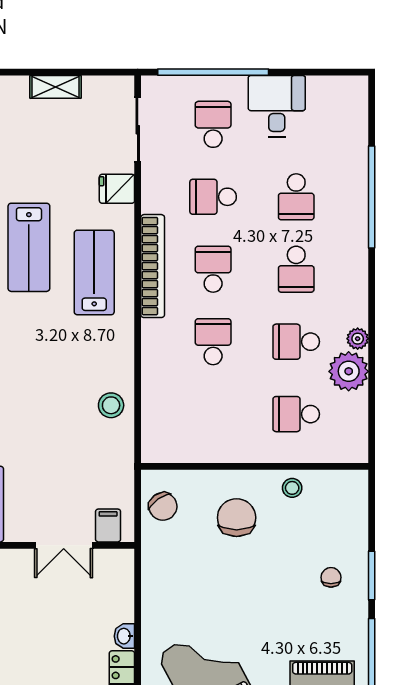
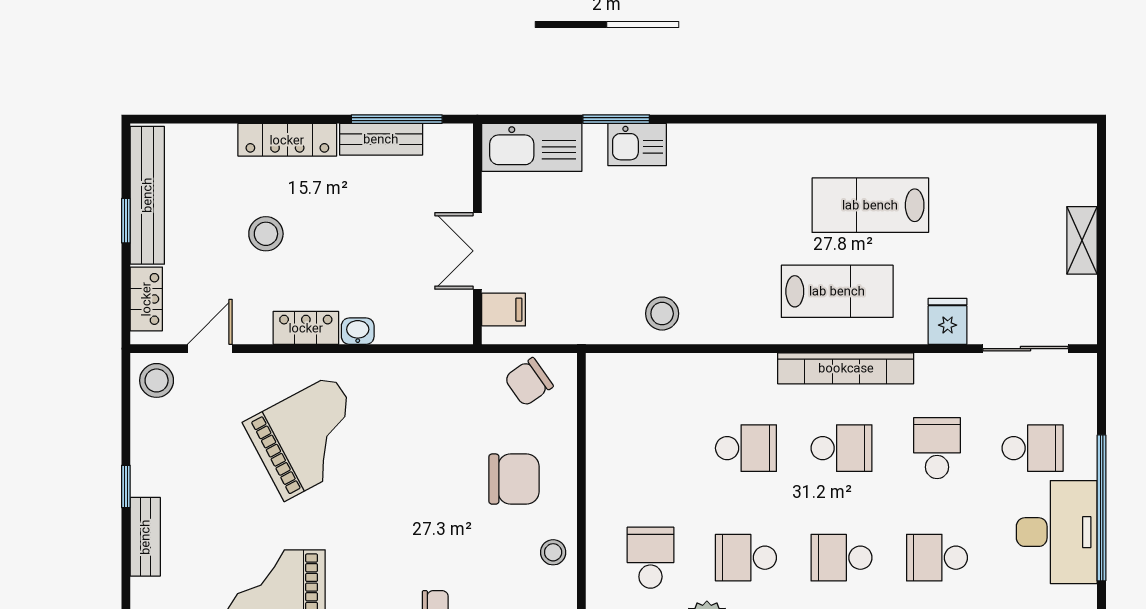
window: (213, 72) -> (1102, 508), moved
desk: (277, 106) -> (1057, 532), width x1.37
school desk: (296, 342) -> (746, 558), turned -90

